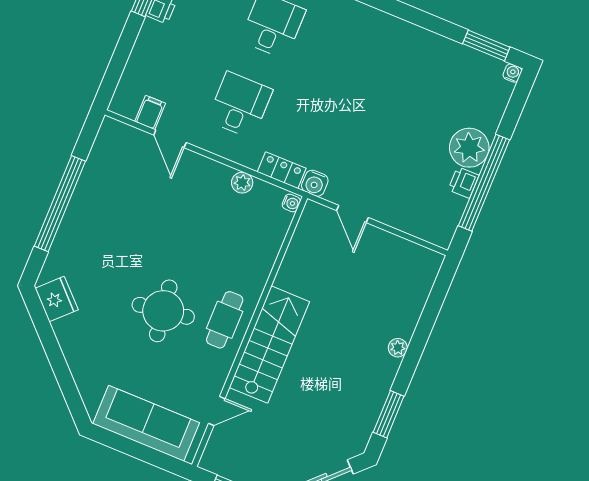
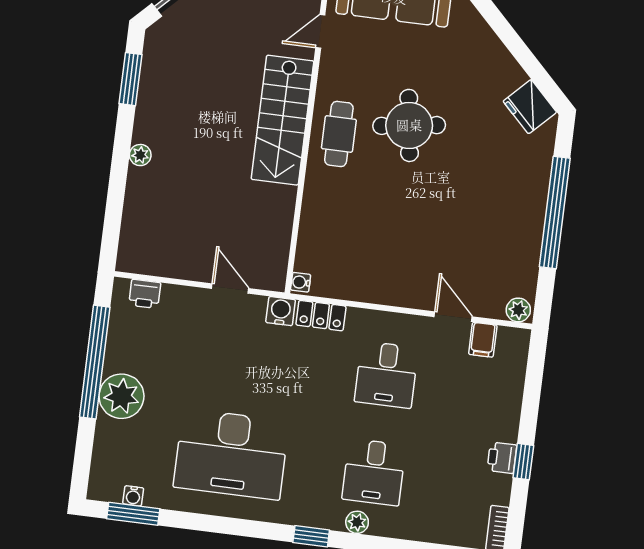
desk: (390, 73) -> (231, 454), added
water cooler: (512, 73) -> (133, 496), moved
plant: (242, 183) -> (518, 310), moved
printer: (464, 183) -> (145, 294), moved, turned 90

